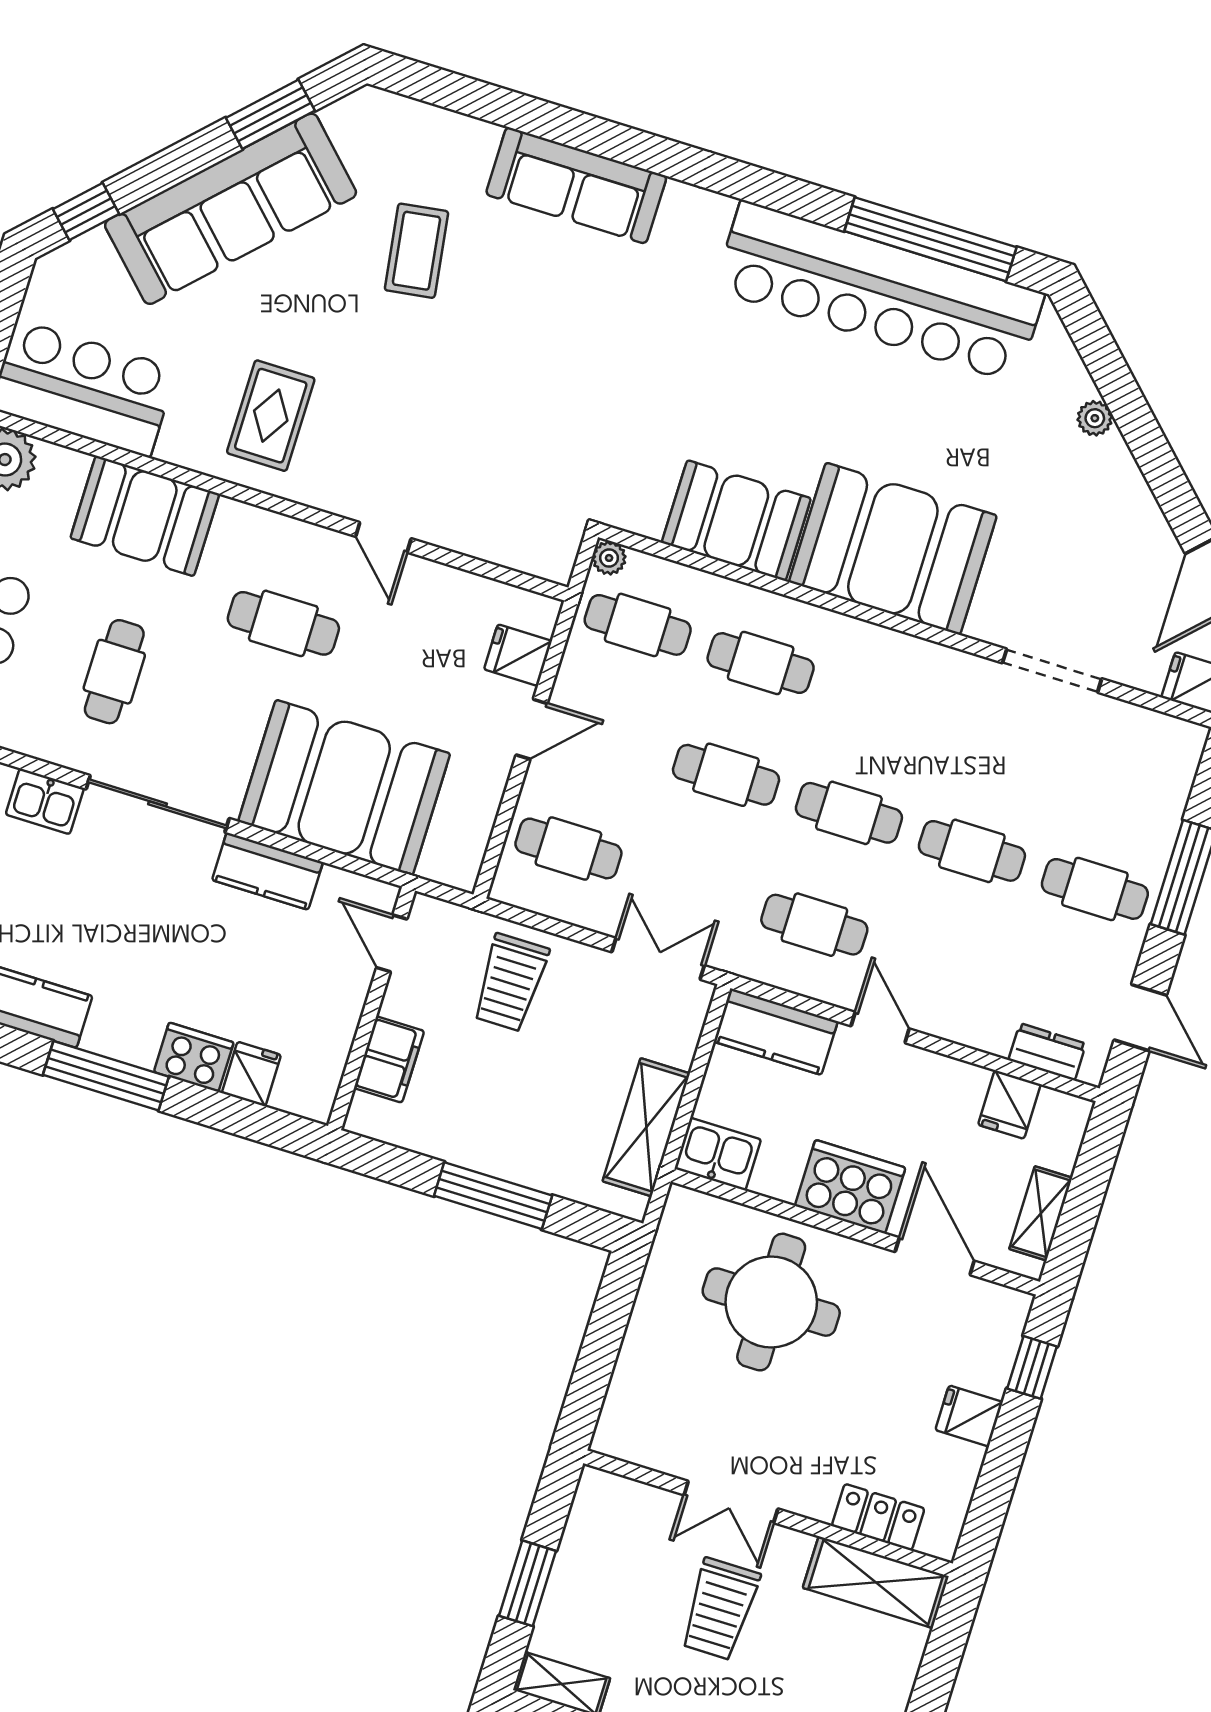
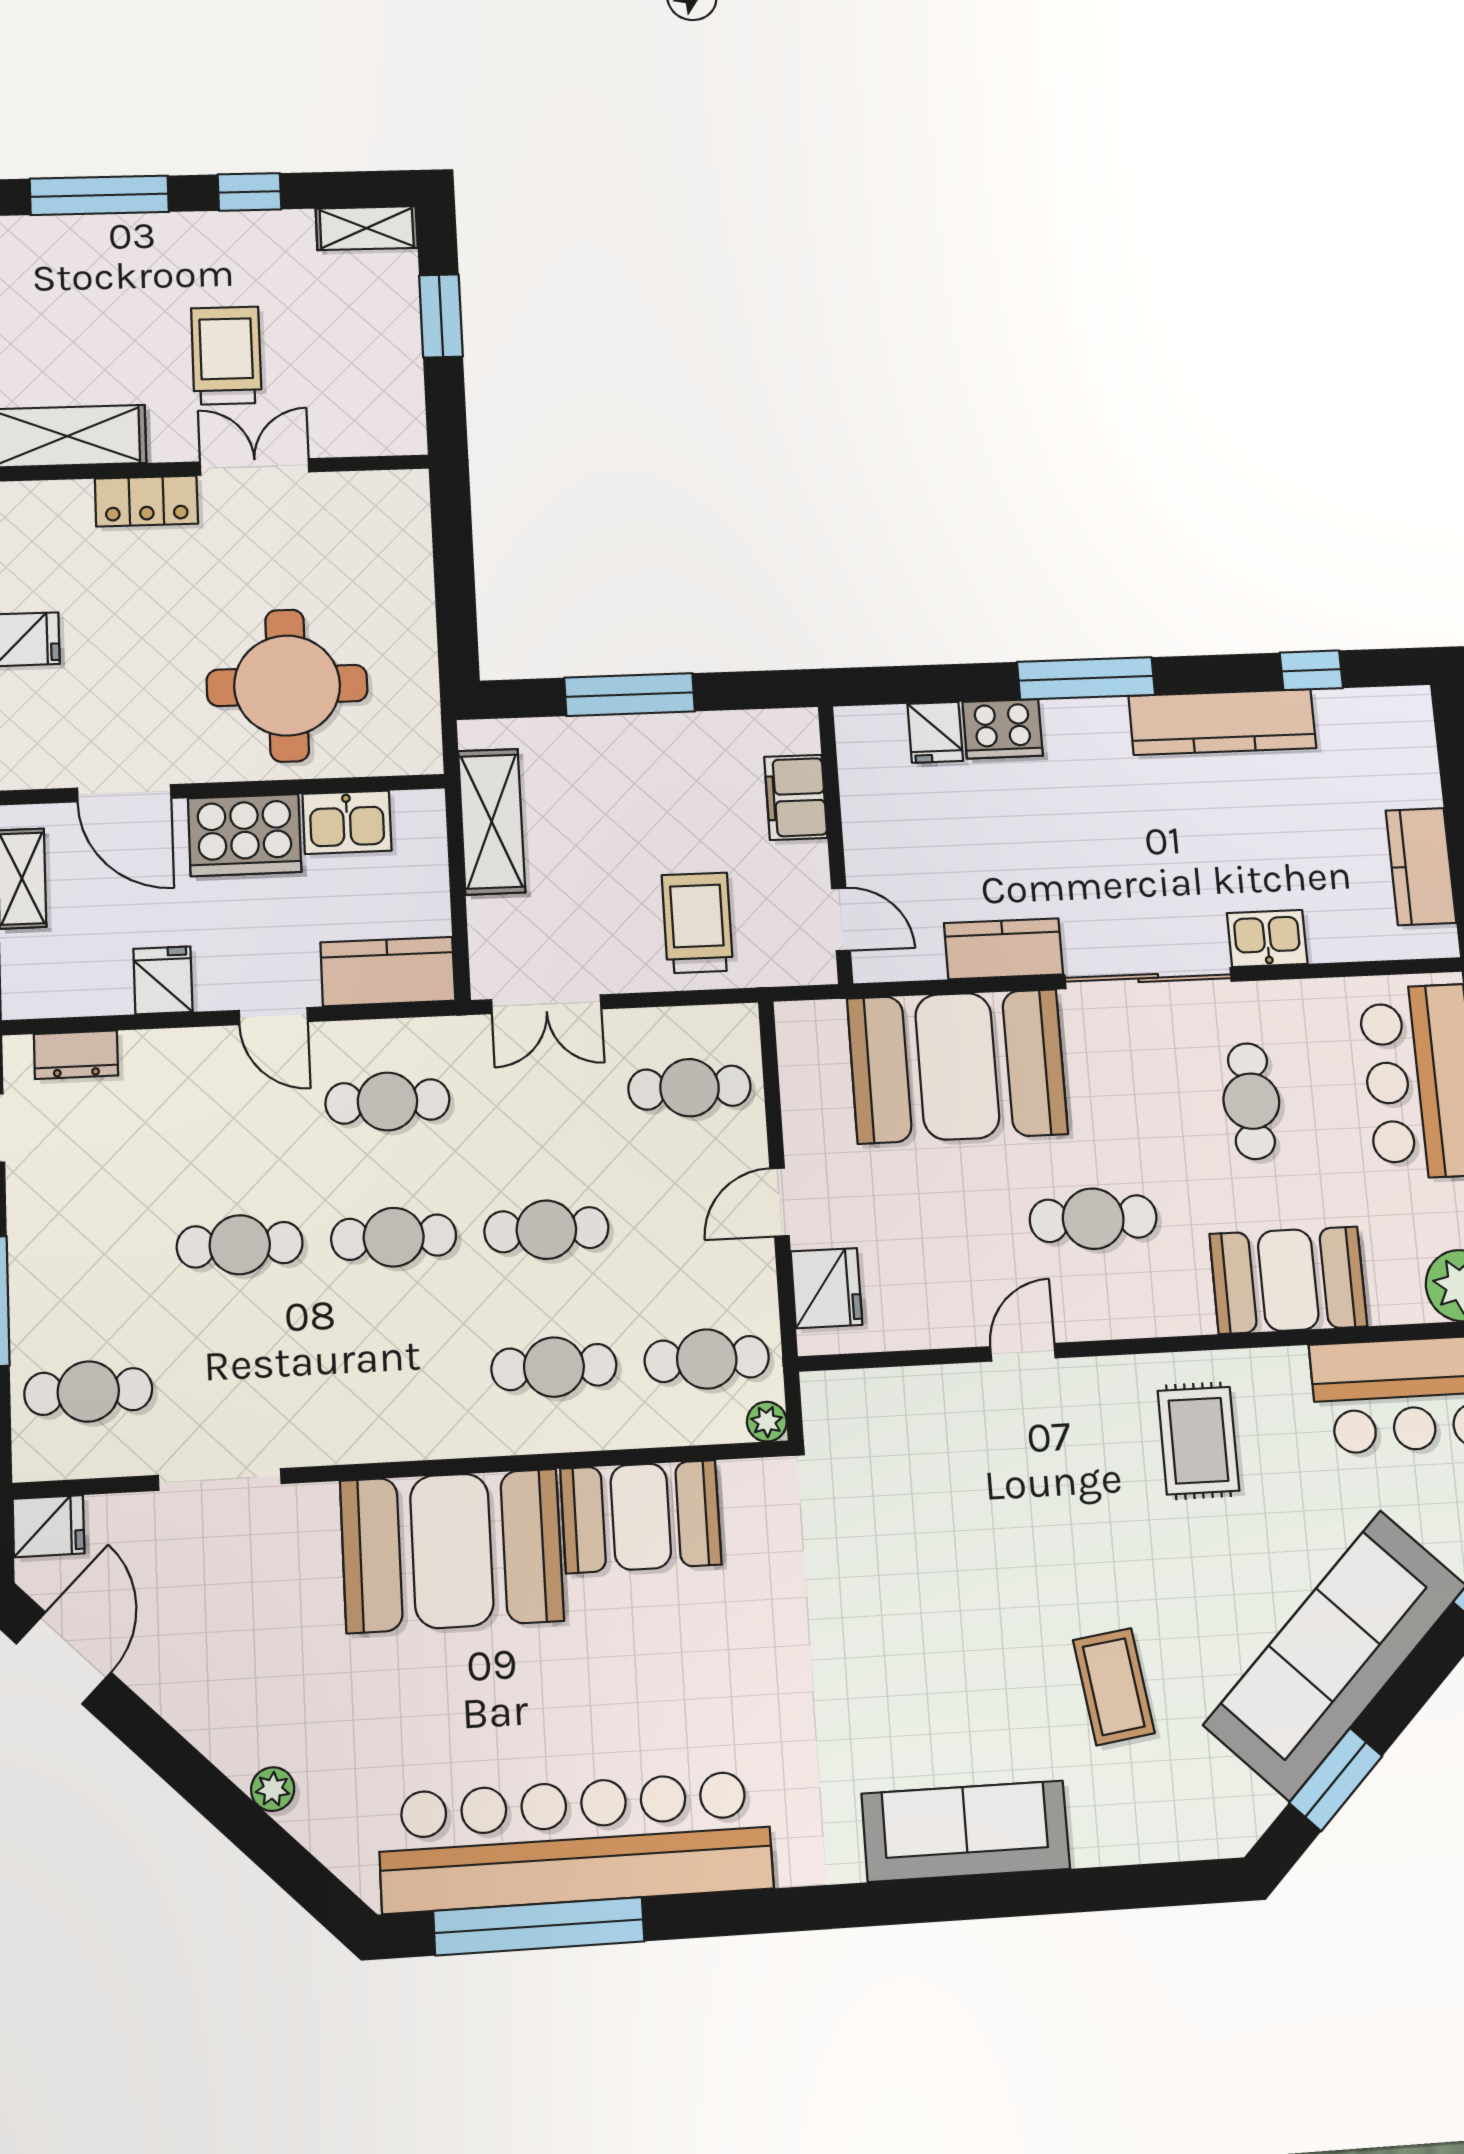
door: (383, 537) -> (1023, 1352), hinge flipped
fridge: (518, 655) -> (826, 1288), width x1.38
cafe table: (1095, 889) -> (88, 1392), moved
fridge: (1009, 1105) -> (163, 980), moved
kitchen sink: (718, 1154) -> (347, 822), moved
locker: (878, 1517) -> (146, 501), moved

